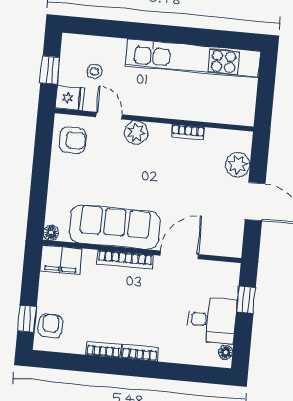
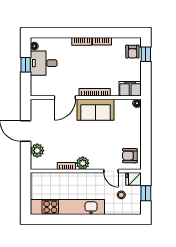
plant: (136, 132) -> (83, 163), moved
sofa: (115, 227) -> (96, 110), width x0.73
window: (246, 300) -> (26, 65), moved

